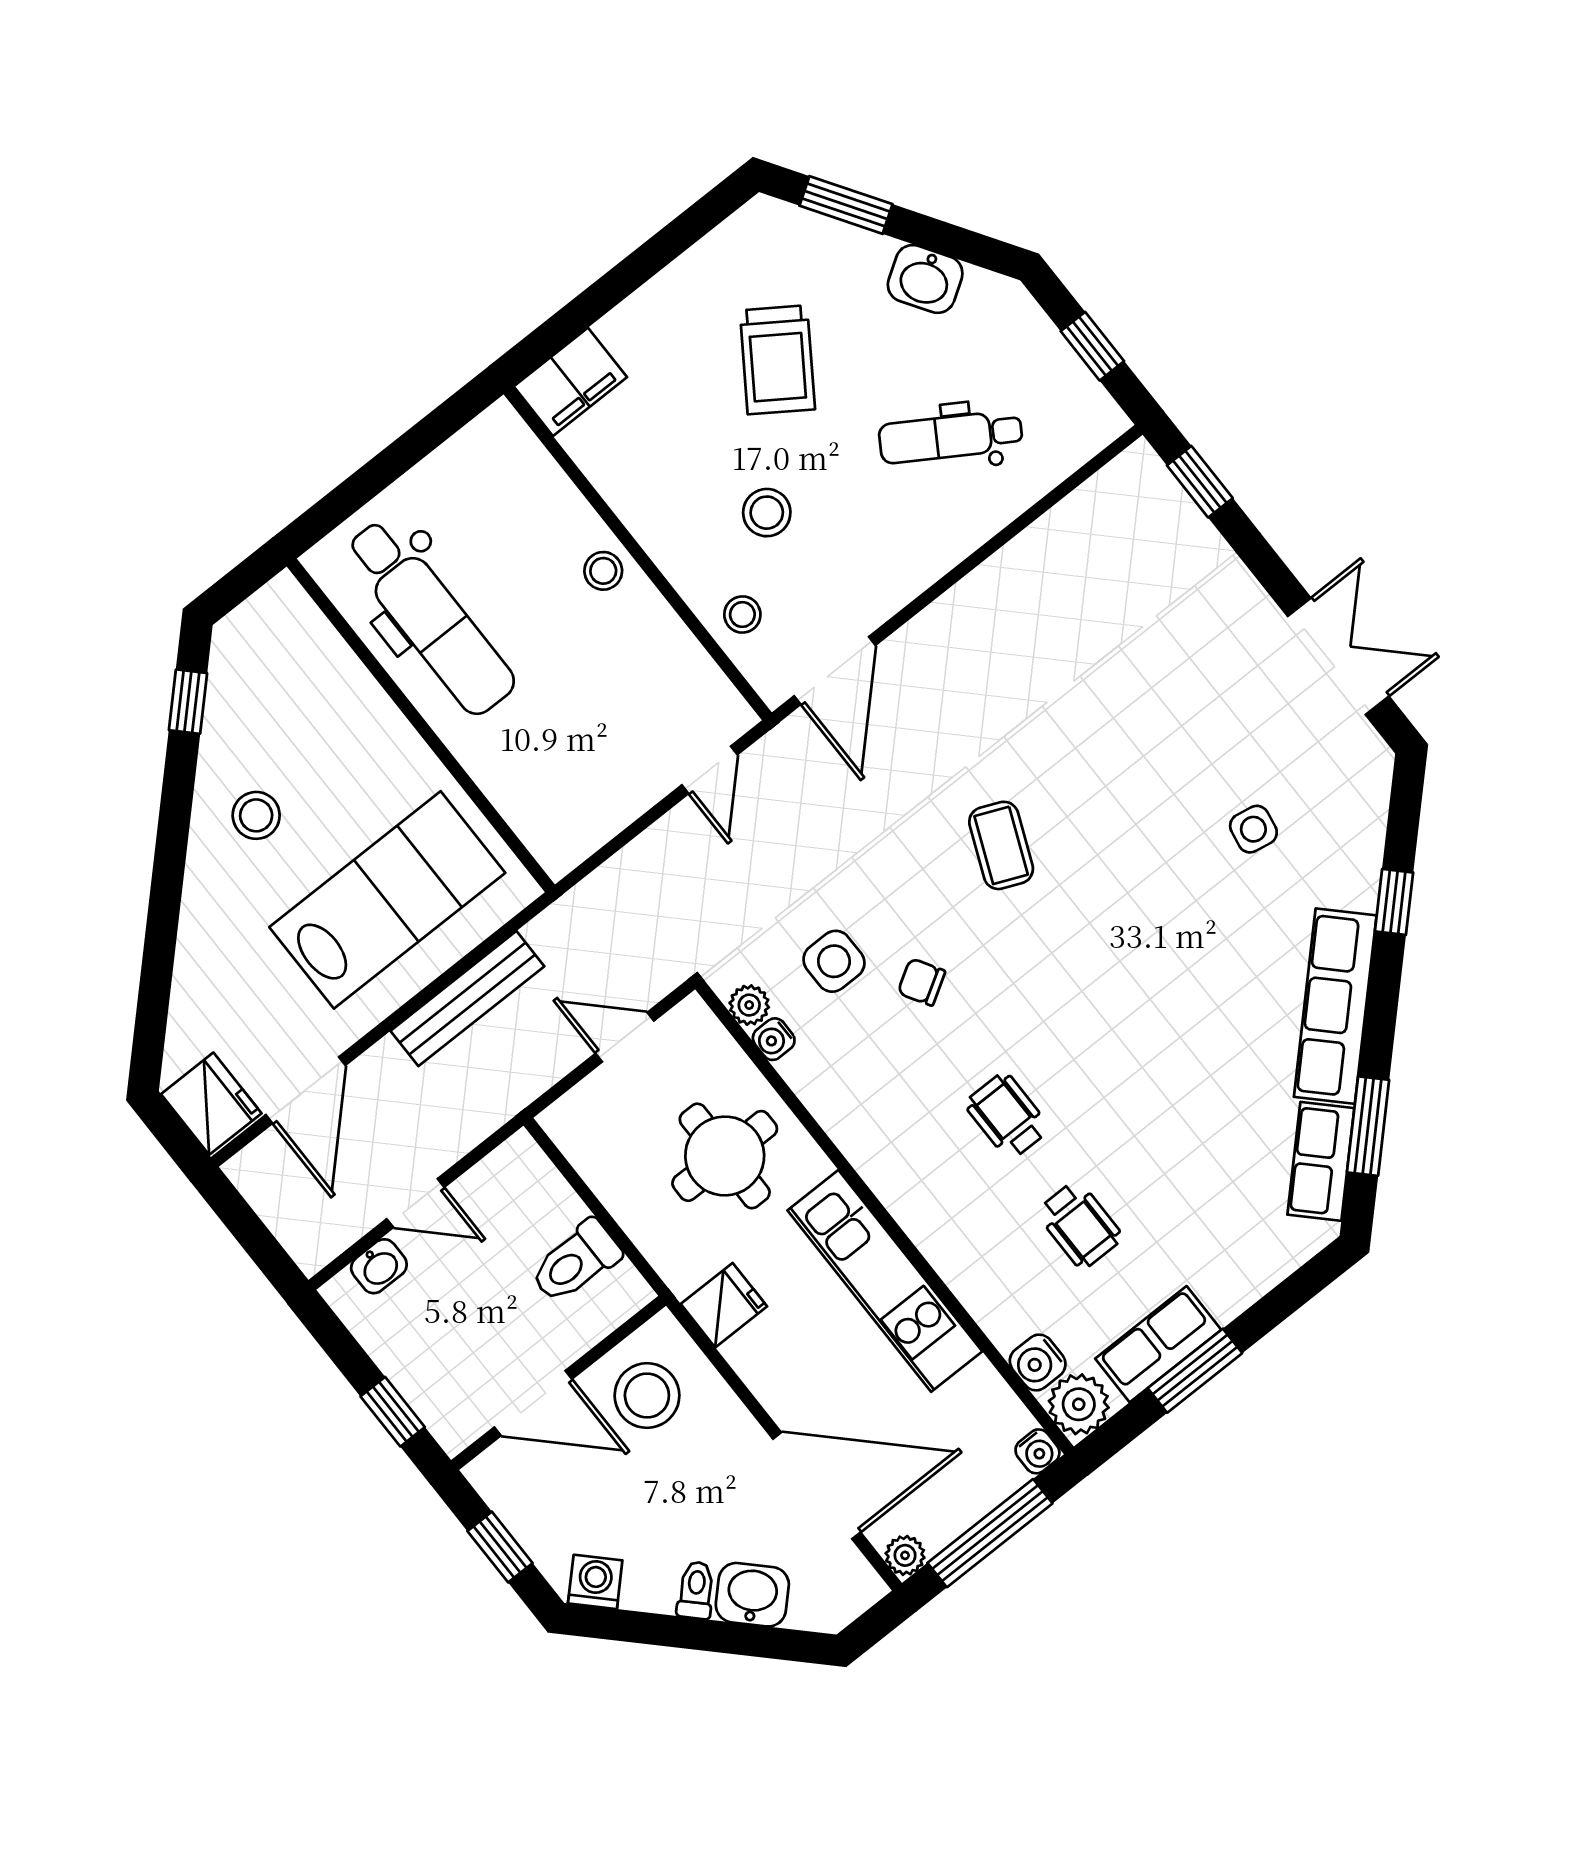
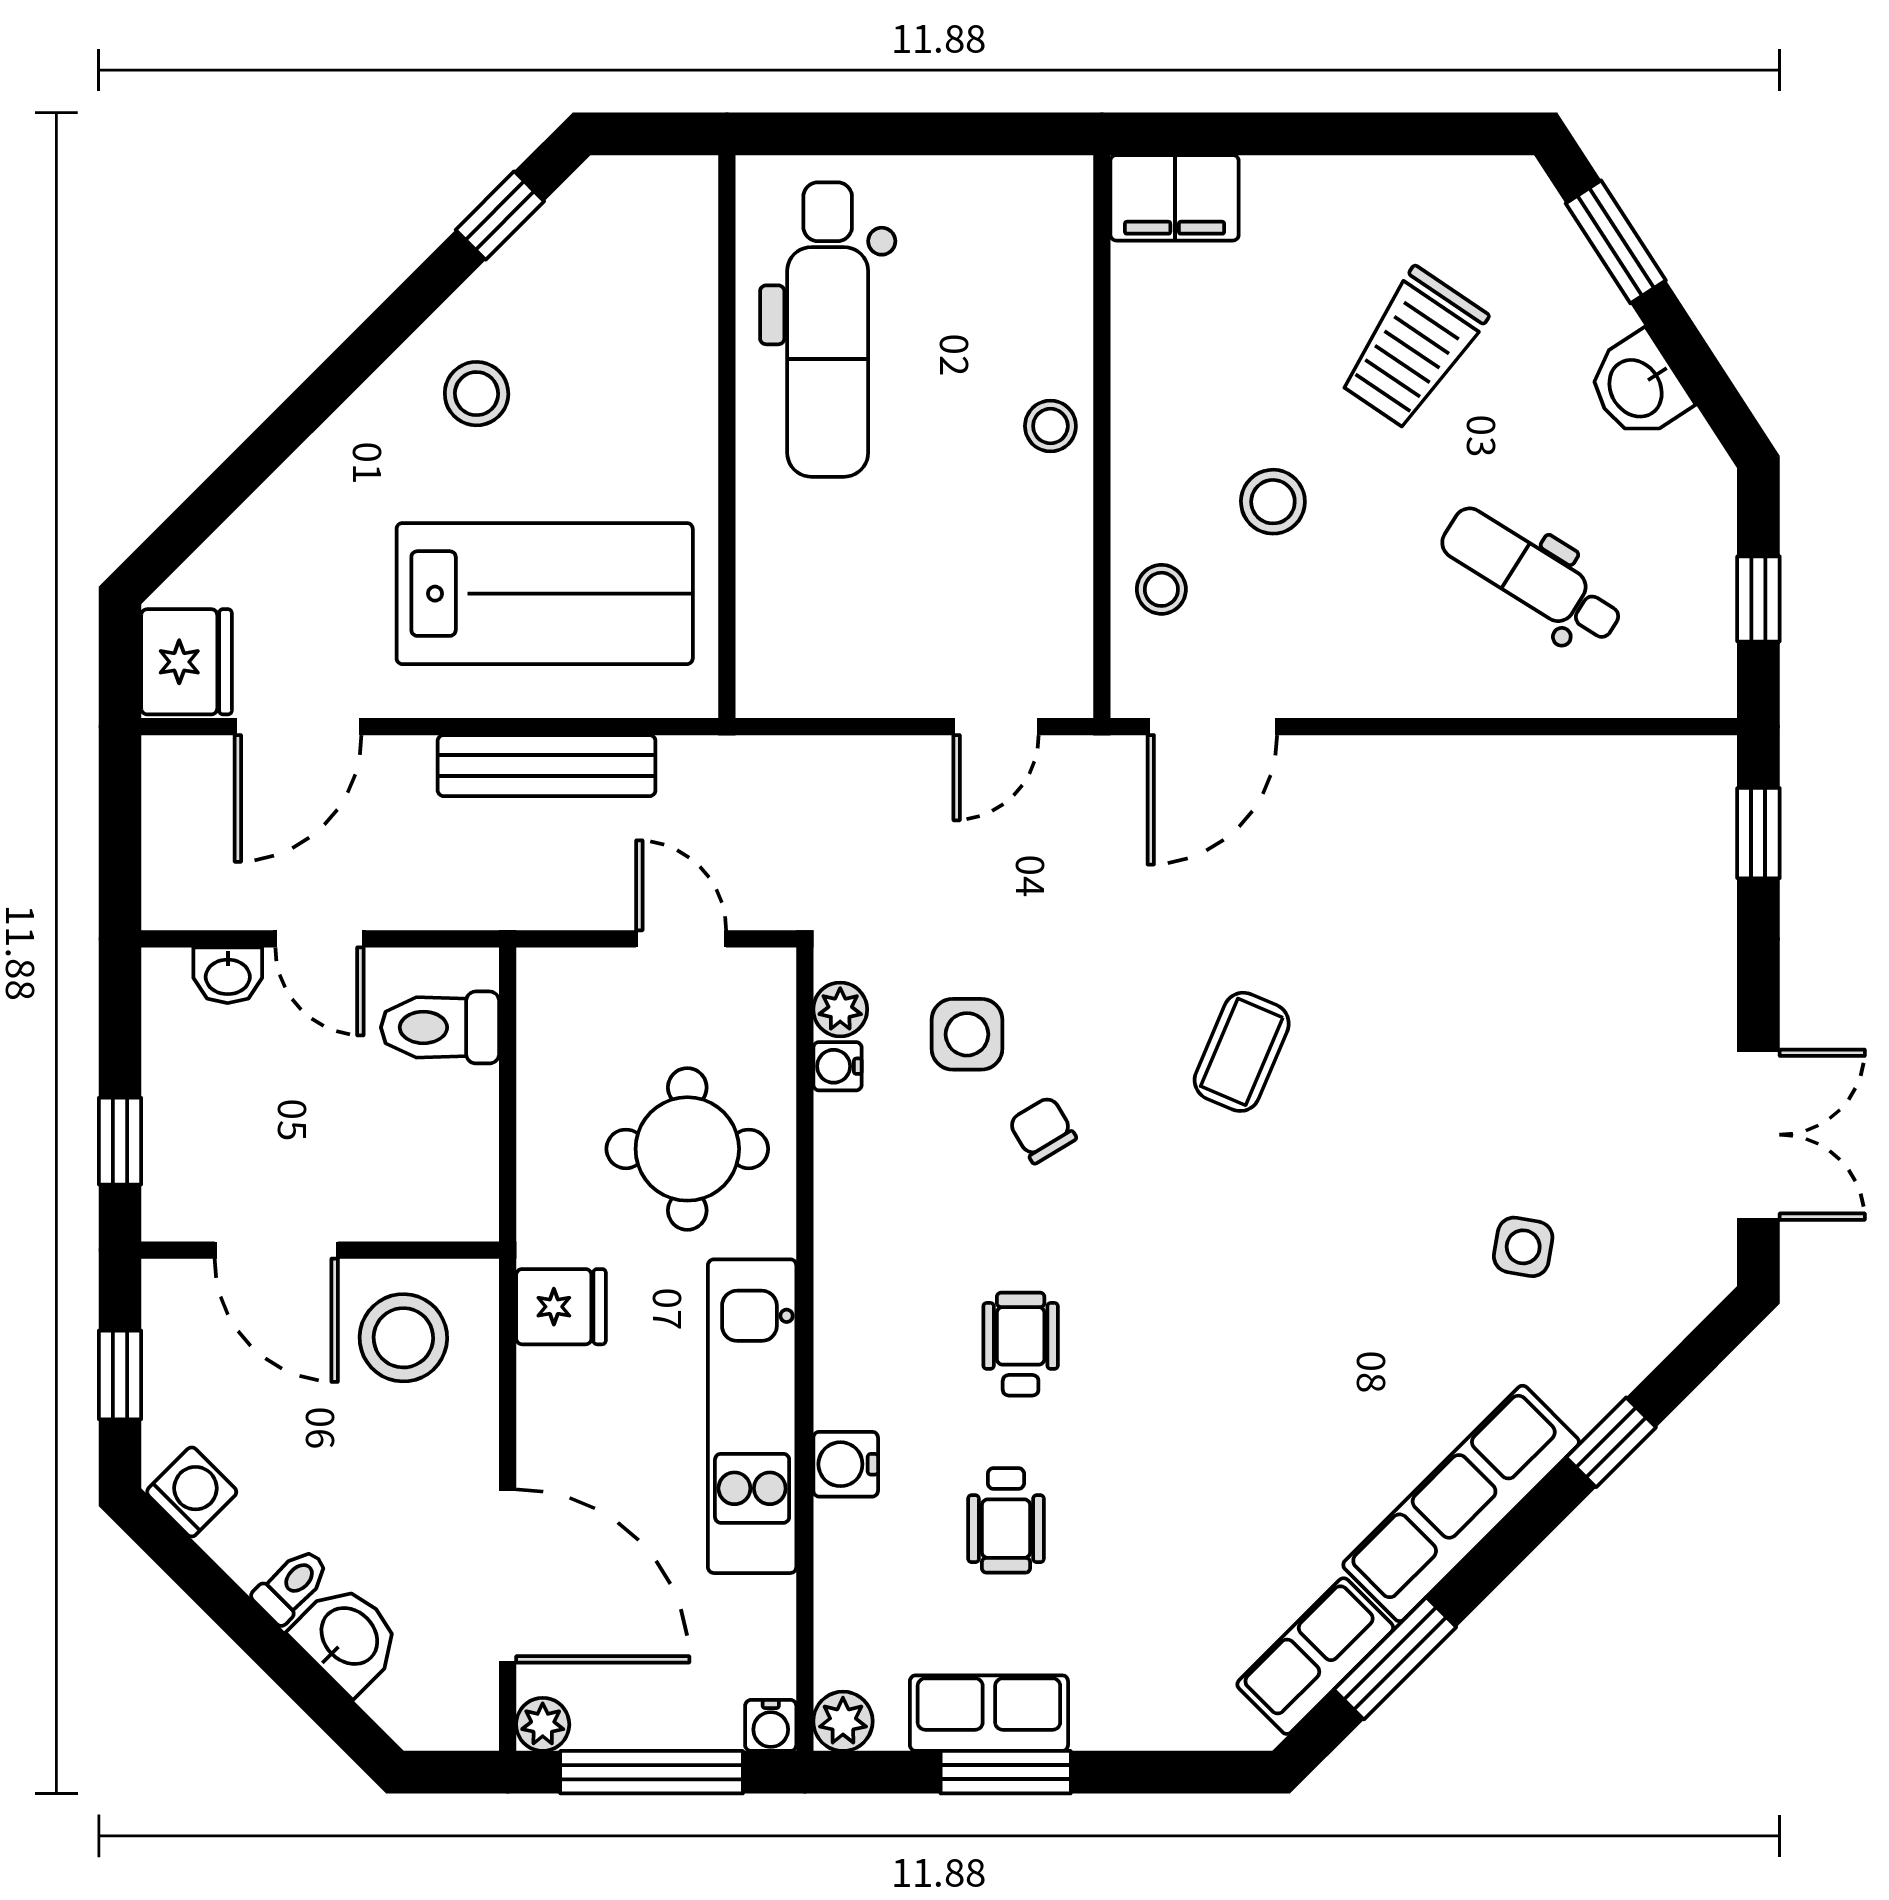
toilet: (575, 1262) -> (440, 1027), moved
water cooler: (1038, 1362) -> (846, 1464), moved
plant: (1079, 1404) -> (843, 1721), width x0.73, depth x0.73

